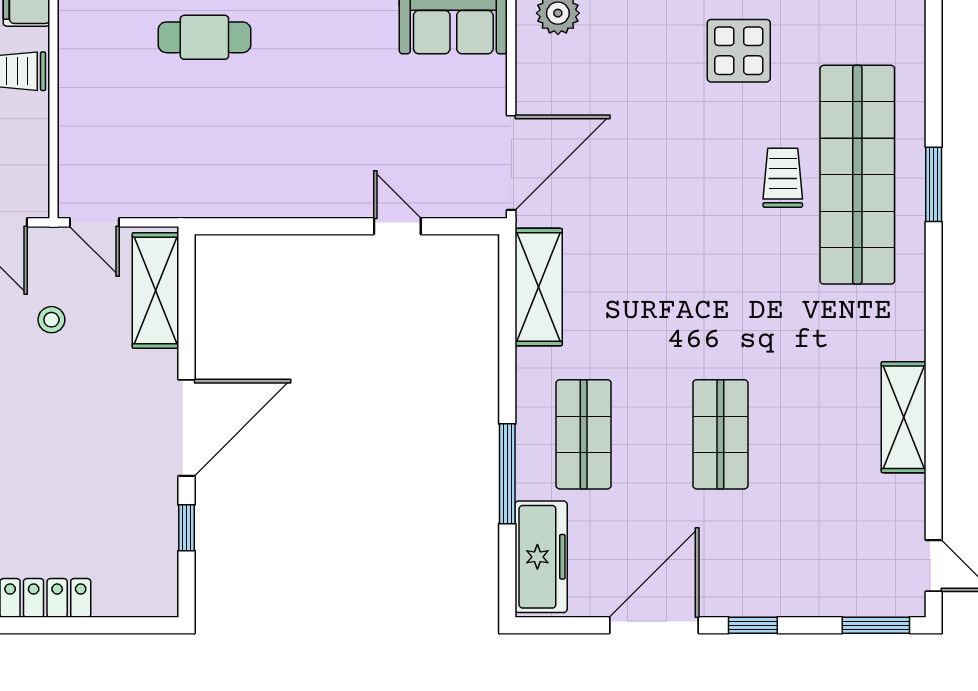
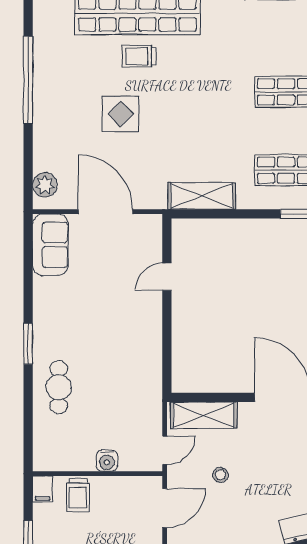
display table: (739, 51) -> (121, 114), moved
water cooler: (76, 121) -> (107, 461), added
door: (511, 163) -> (105, 212), moved

